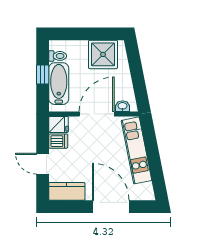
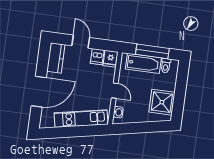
window: (43, 75) -> (152, 51), width x2.17
door: (97, 114) -> (115, 91), width x0.53
door: (43, 164) -> (81, 42), hinge flipped

